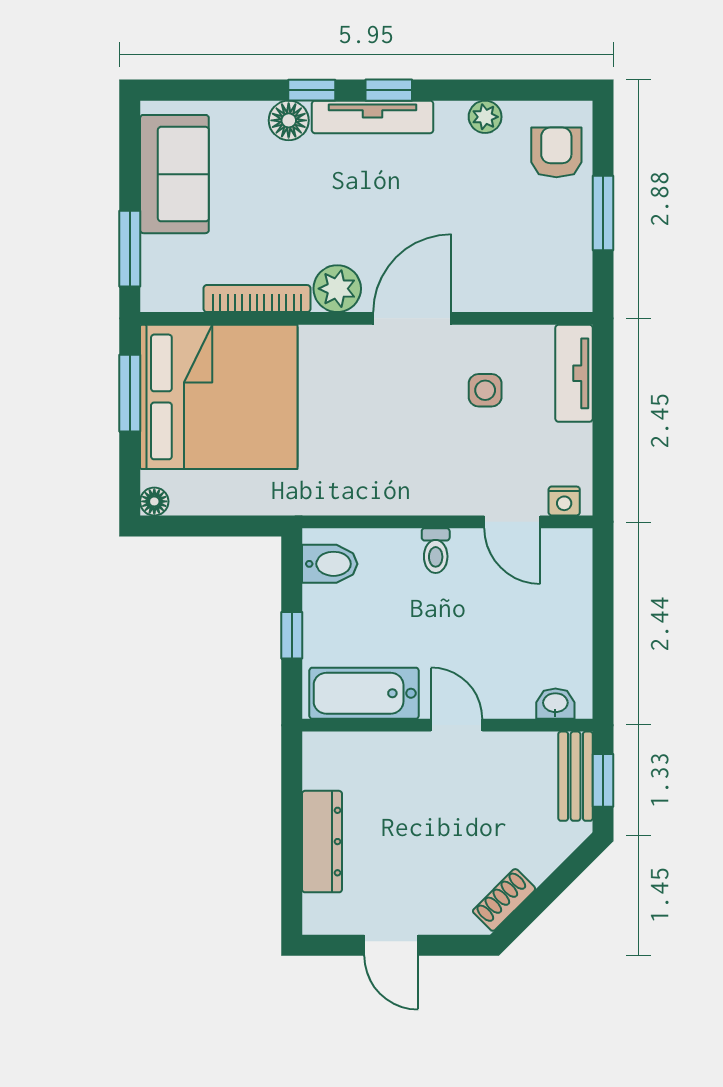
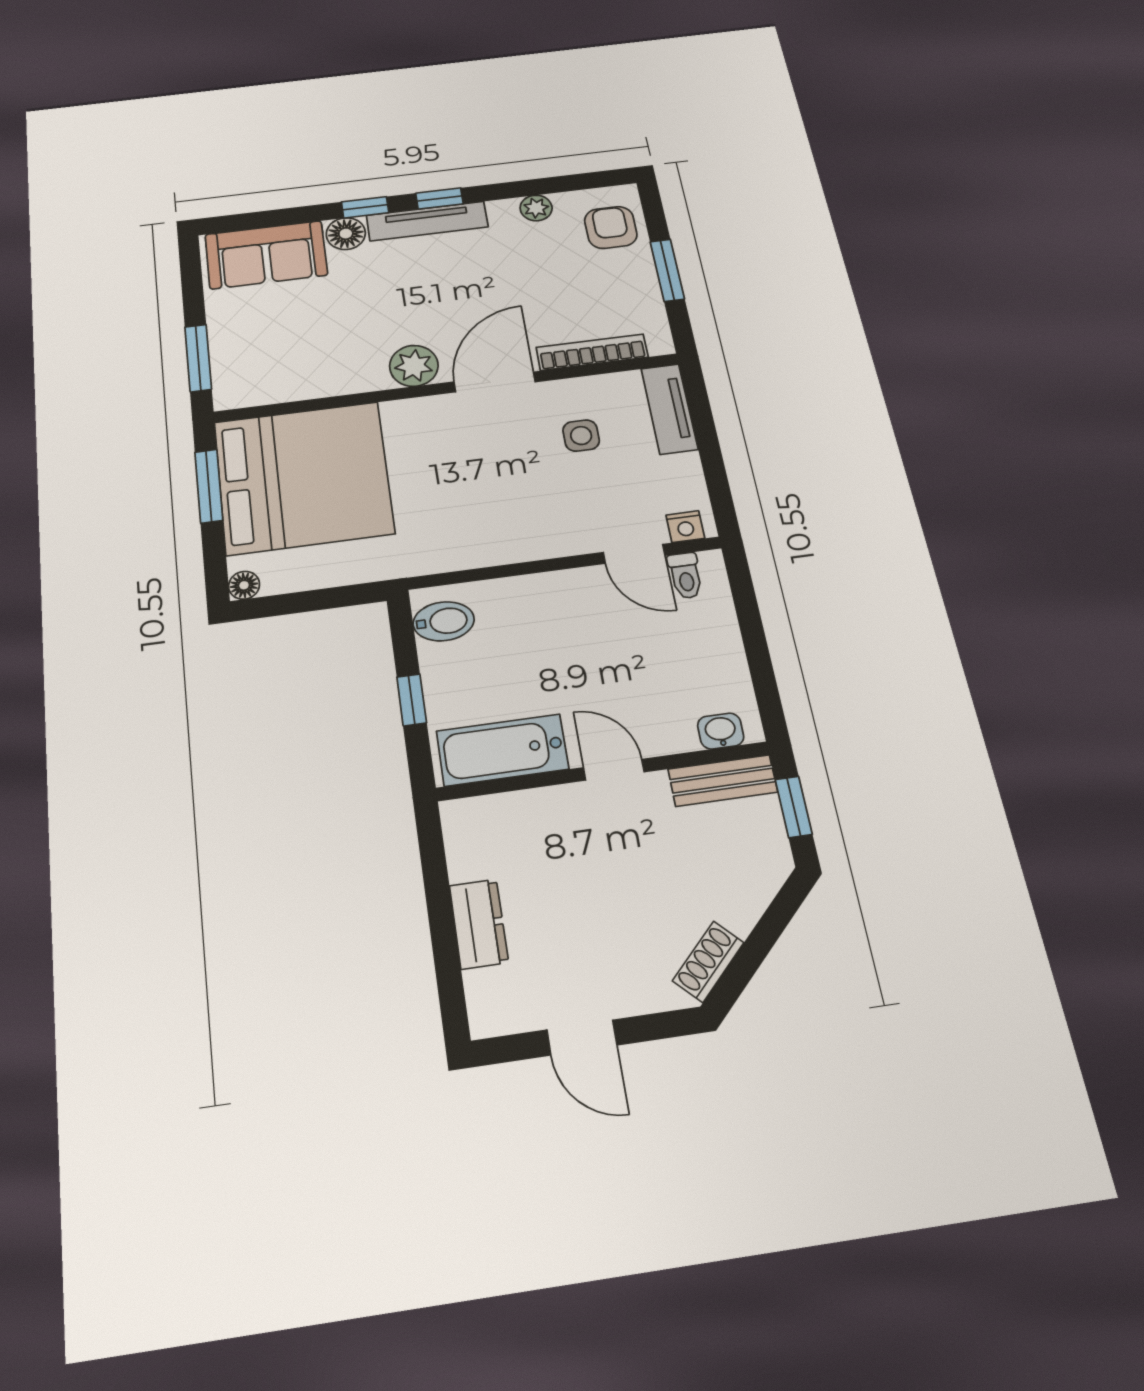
sofa: (174, 174) -> (266, 255), moved, turned 90
bookcase: (257, 299) -> (592, 352), moved
toilet: (436, 551) -> (685, 576), moved
bench: (576, 776) -> (723, 781), moved, turned 90
dresser: (322, 842) -> (479, 924), width x0.70

